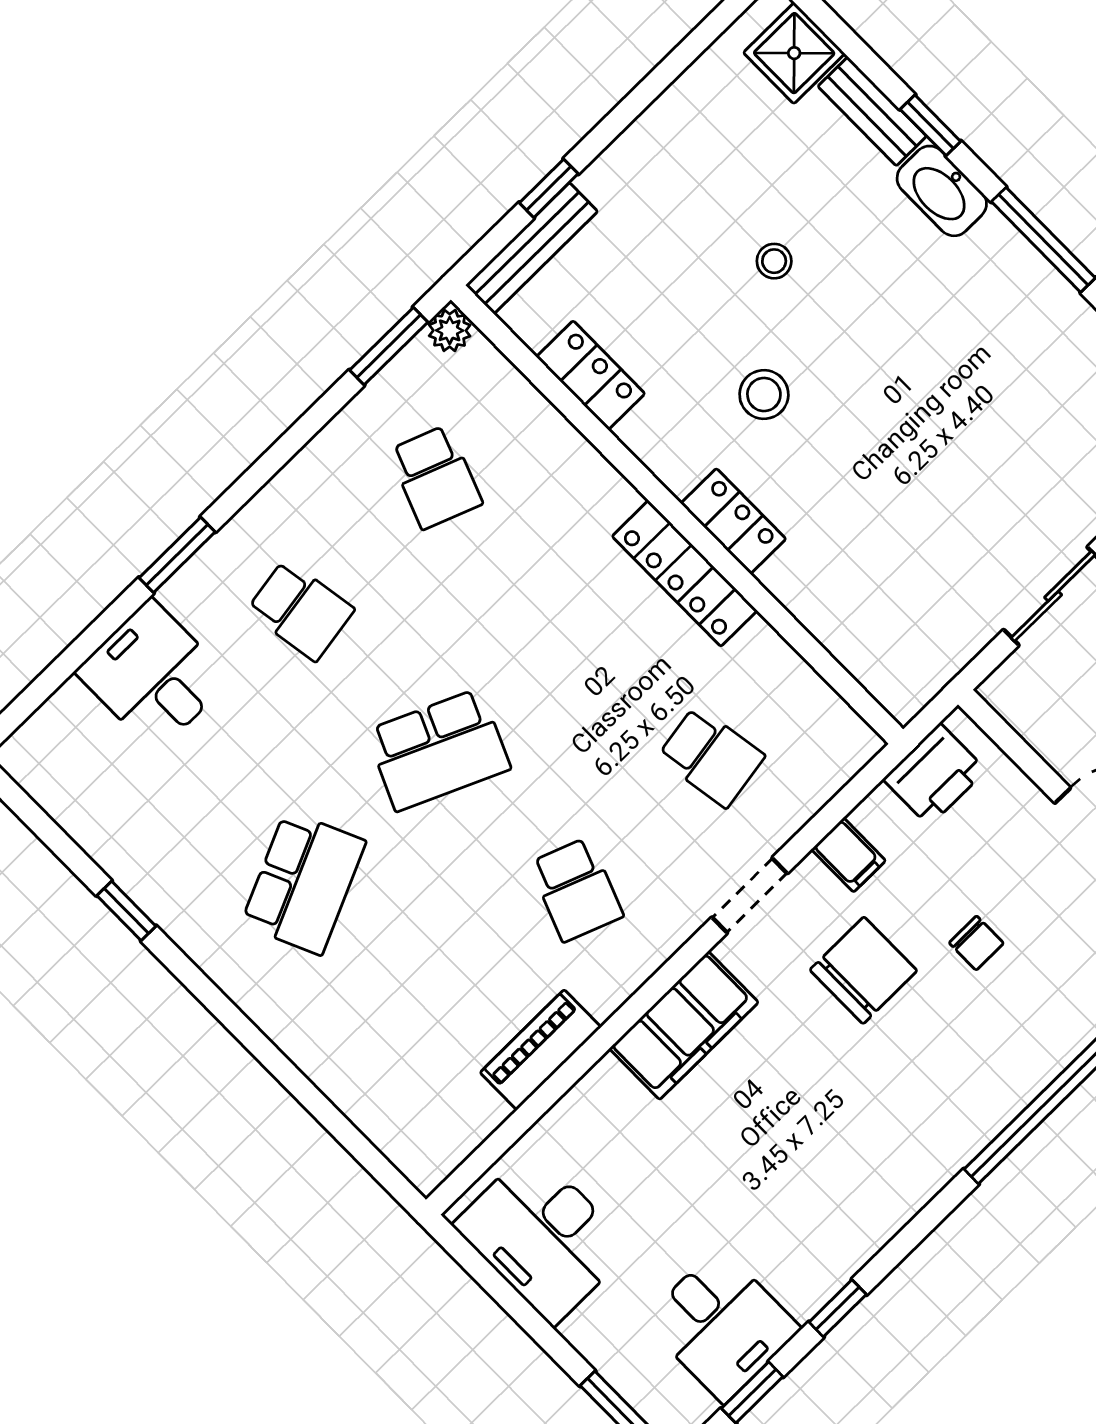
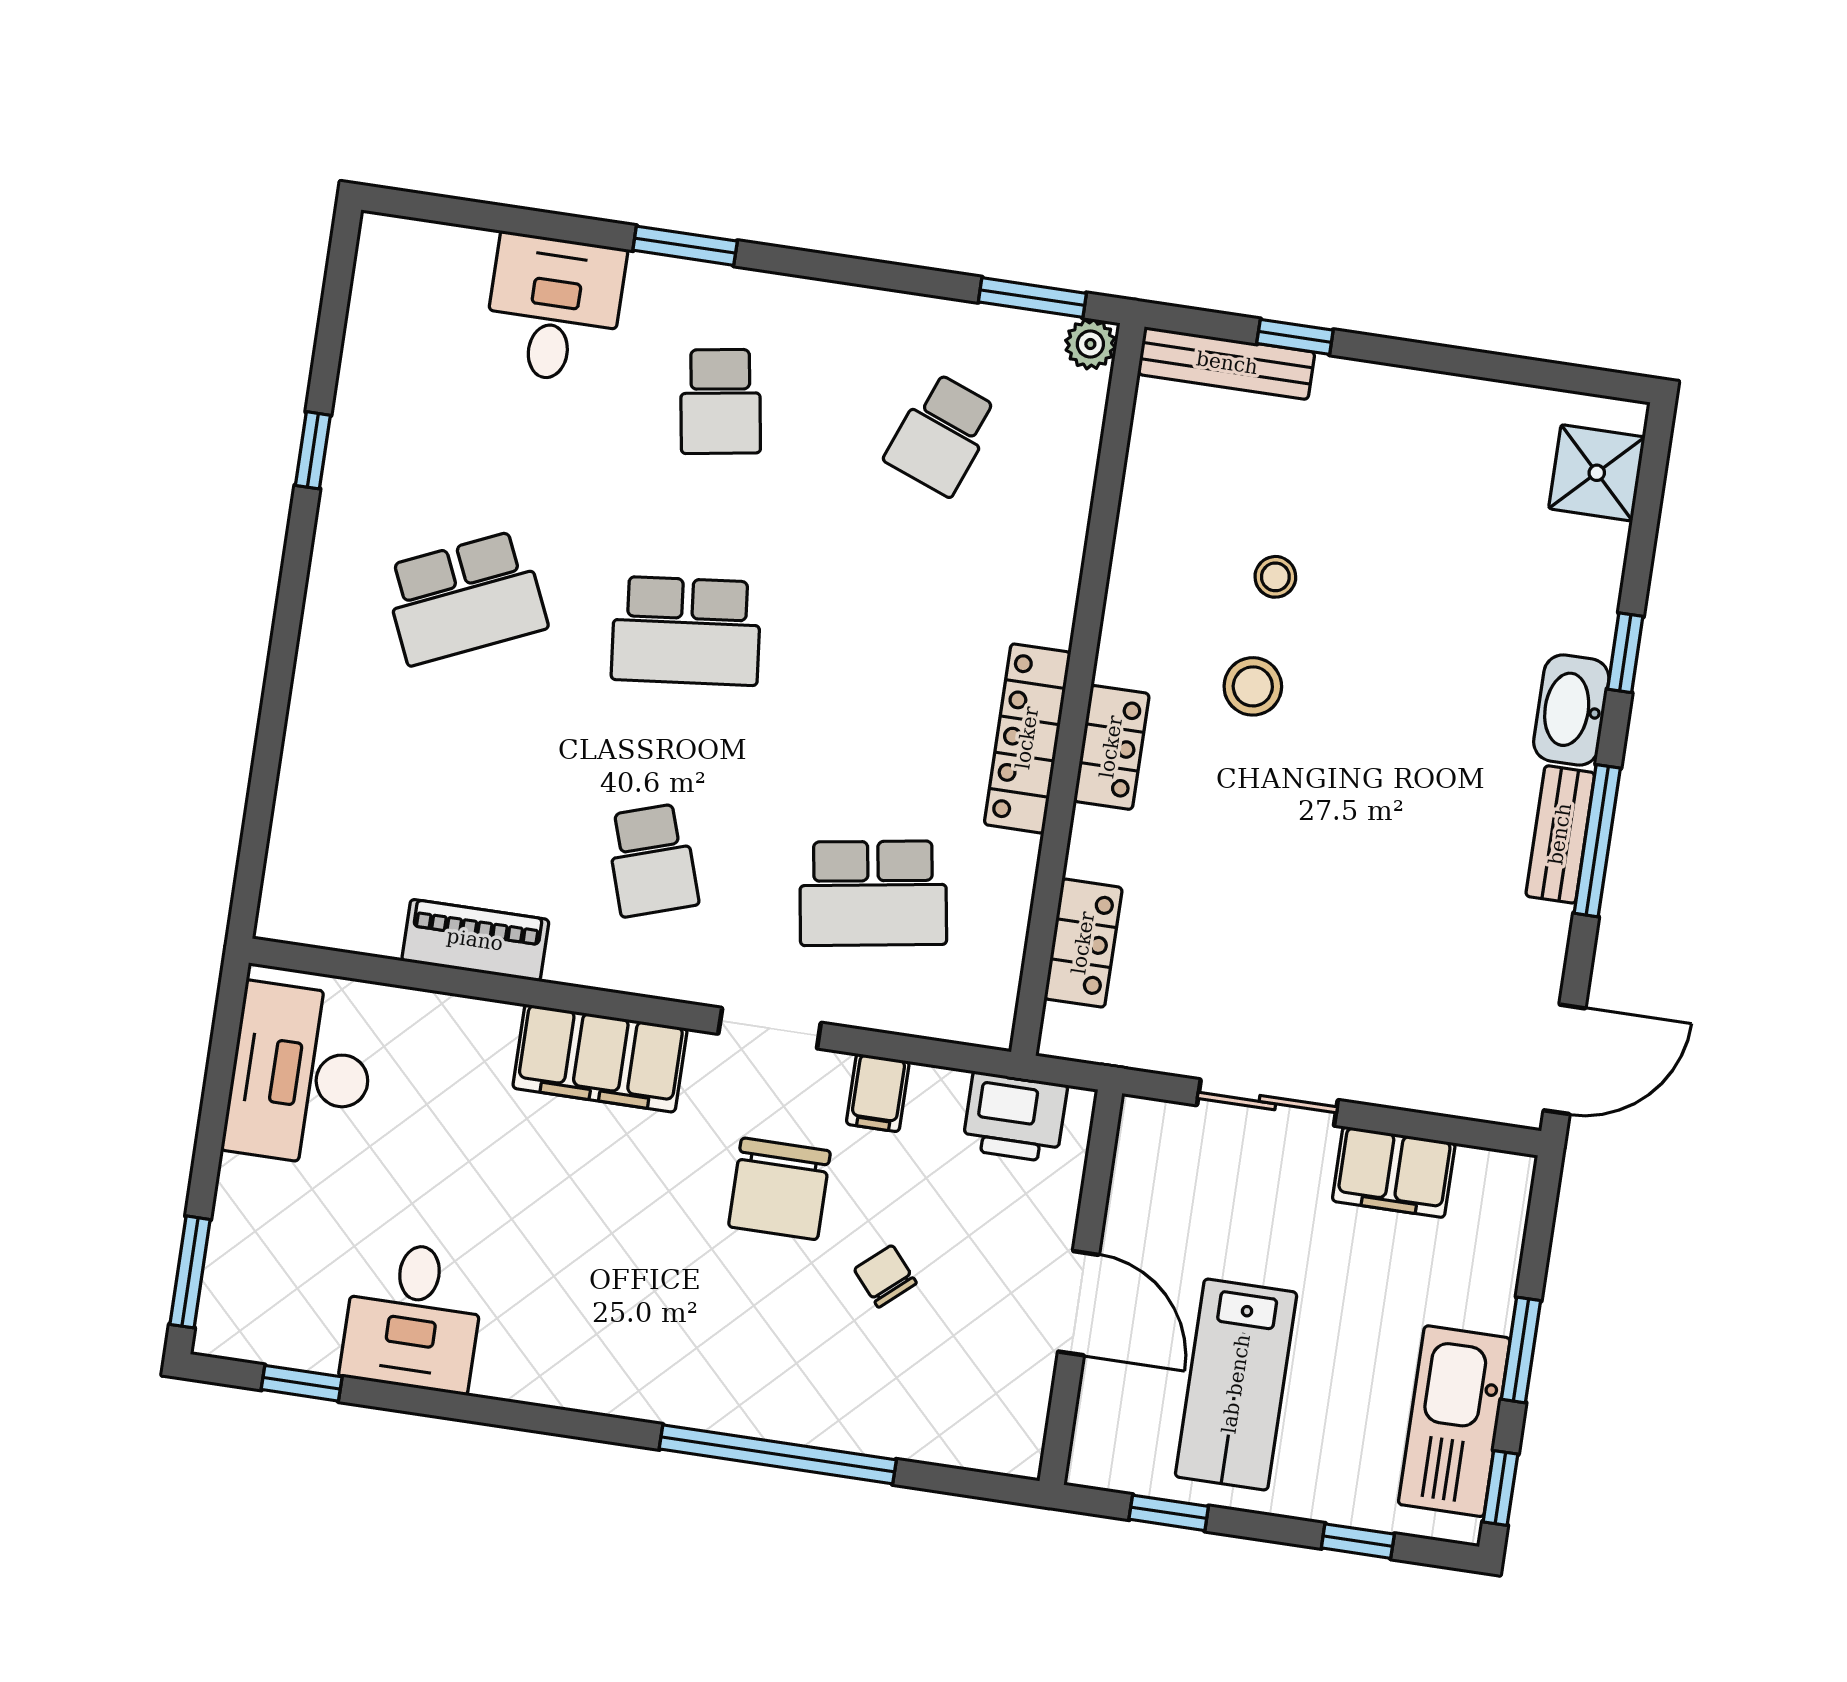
bench: (872, 111) -> (1560, 834), moved
stool: (774, 261) -> (1275, 577), moved
locker: (591, 375) -> (1083, 943), moved
school desk: (438, 750) -> (686, 631), turned -30
school desk: (711, 757) -> (873, 893), width x1.85
school desk: (576, 890) -> (652, 860), turned -39
chair: (976, 943) -> (885, 1276), turned 139
chair: (863, 970) -> (779, 1189), turned 90
window: (838, 1308) -> (442, 1404), removed
desk: (721, 1325) -> (413, 1316), moved

